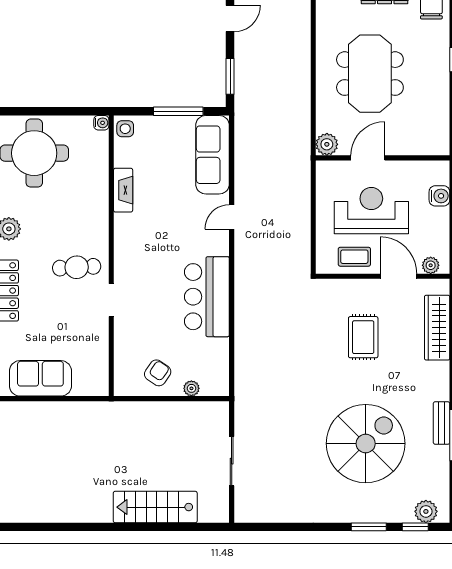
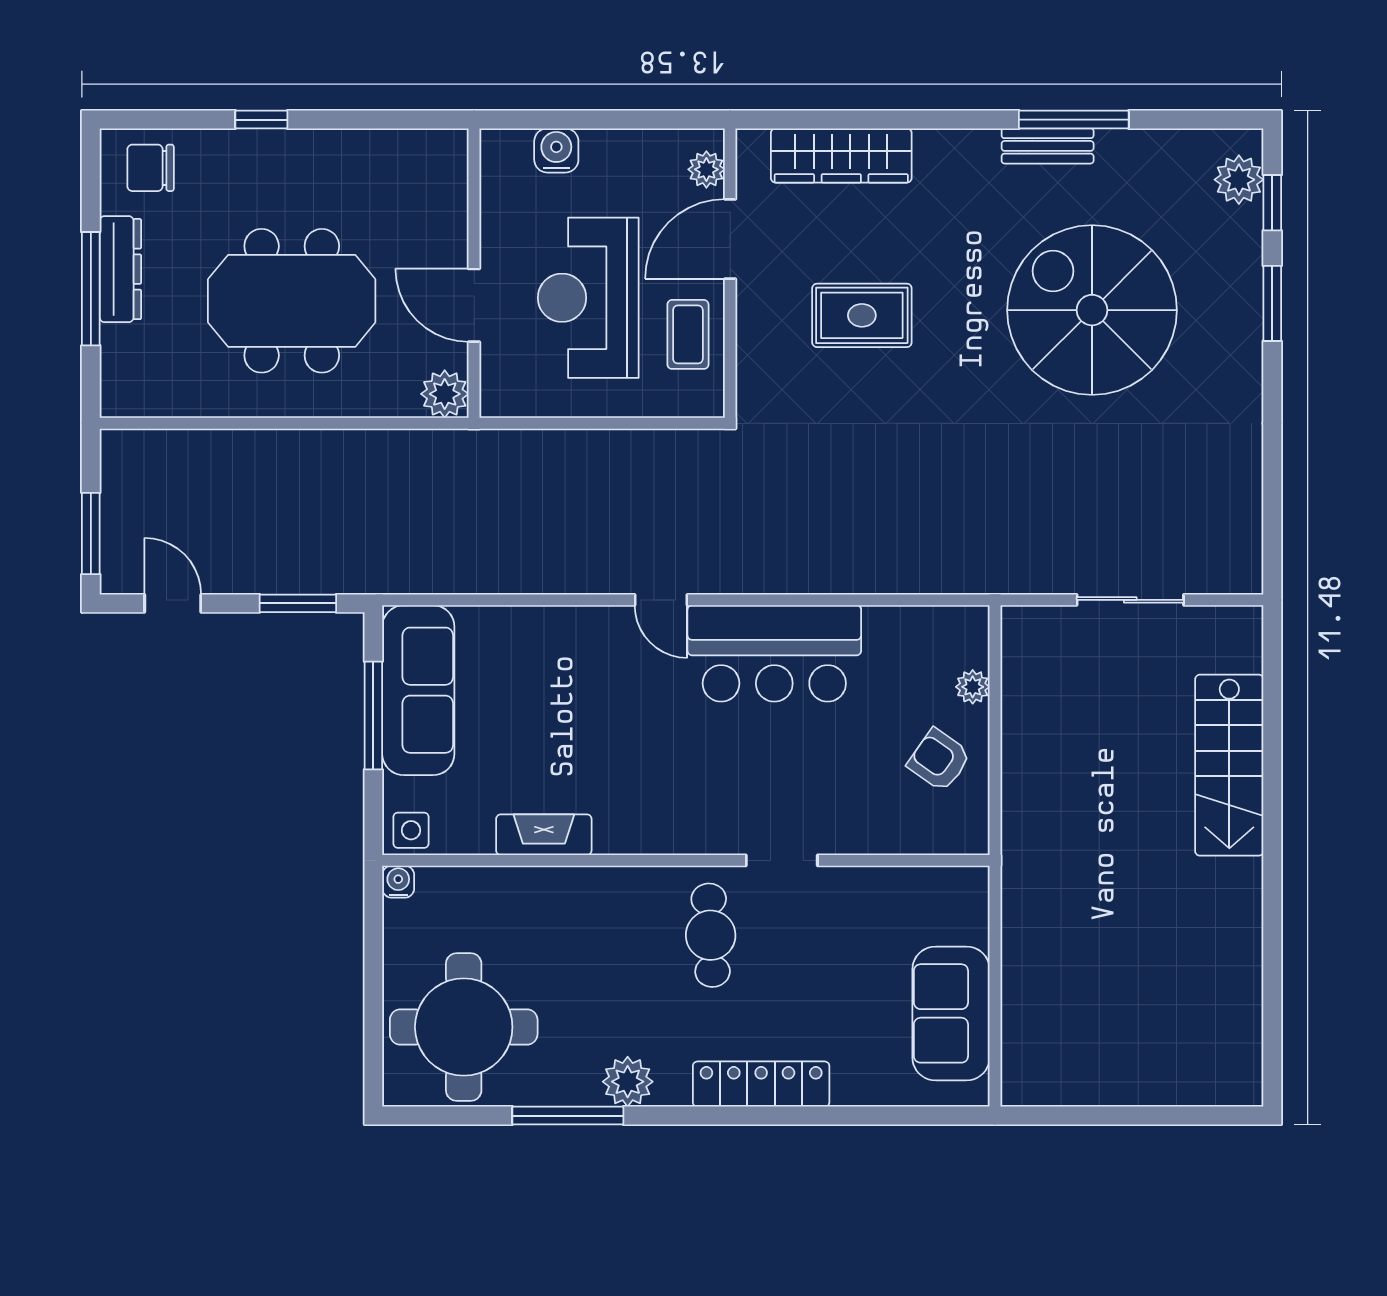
sofa: (212, 155) -> (418, 690), moved, turned -90
door: (232, 217) -> (661, 600), moved

